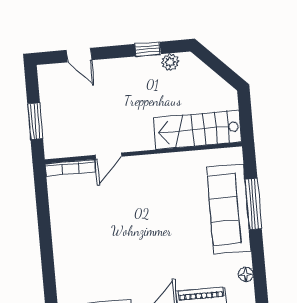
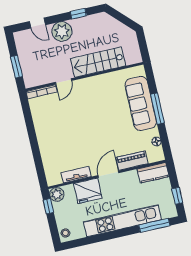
plant: (170, 62) -> (62, 31), moved, width x1.87, depth x1.87
stairs: (198, 130) -> (98, 62), moved
window: (253, 204) -> (157, 109), moved

